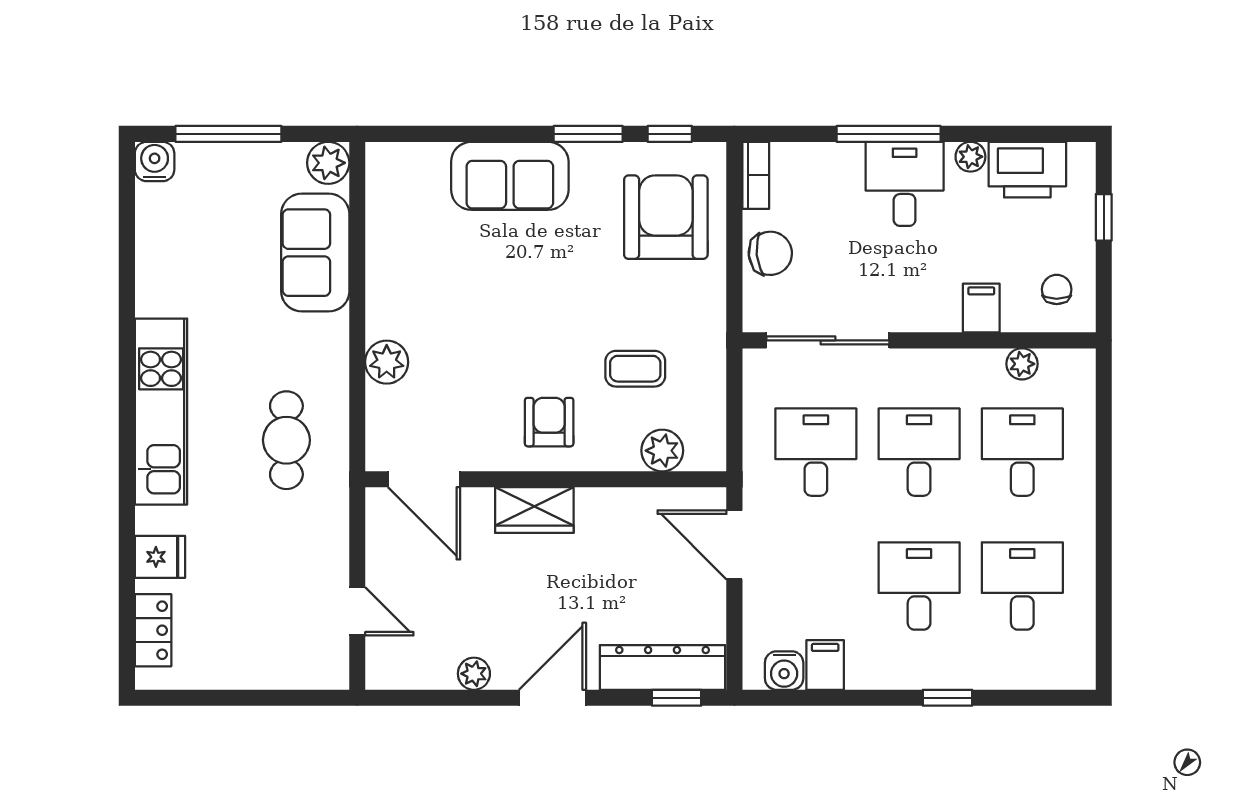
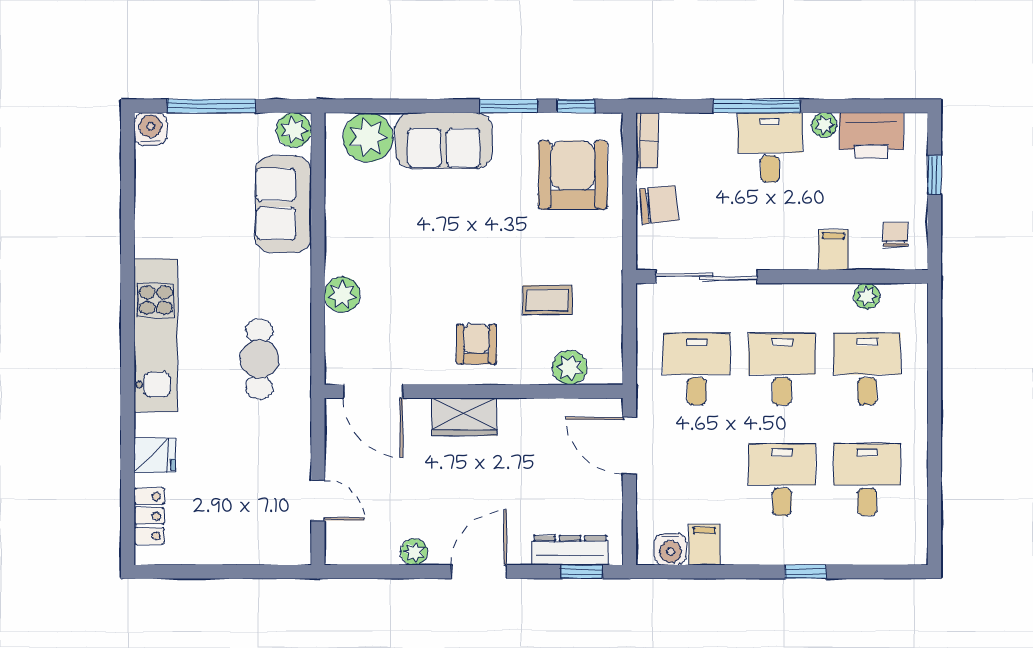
plant: (418, 172) -> (368, 137), added
dresser: (663, 667) -> (570, 550), width x0.73, depth x0.80

